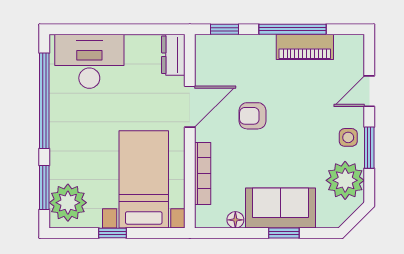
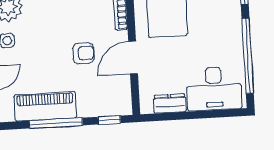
piano: (305, 47) -> (45, 106), width x1.37, depth x1.33
dresser: (173, 55) -> (170, 104), moved, turned -90

